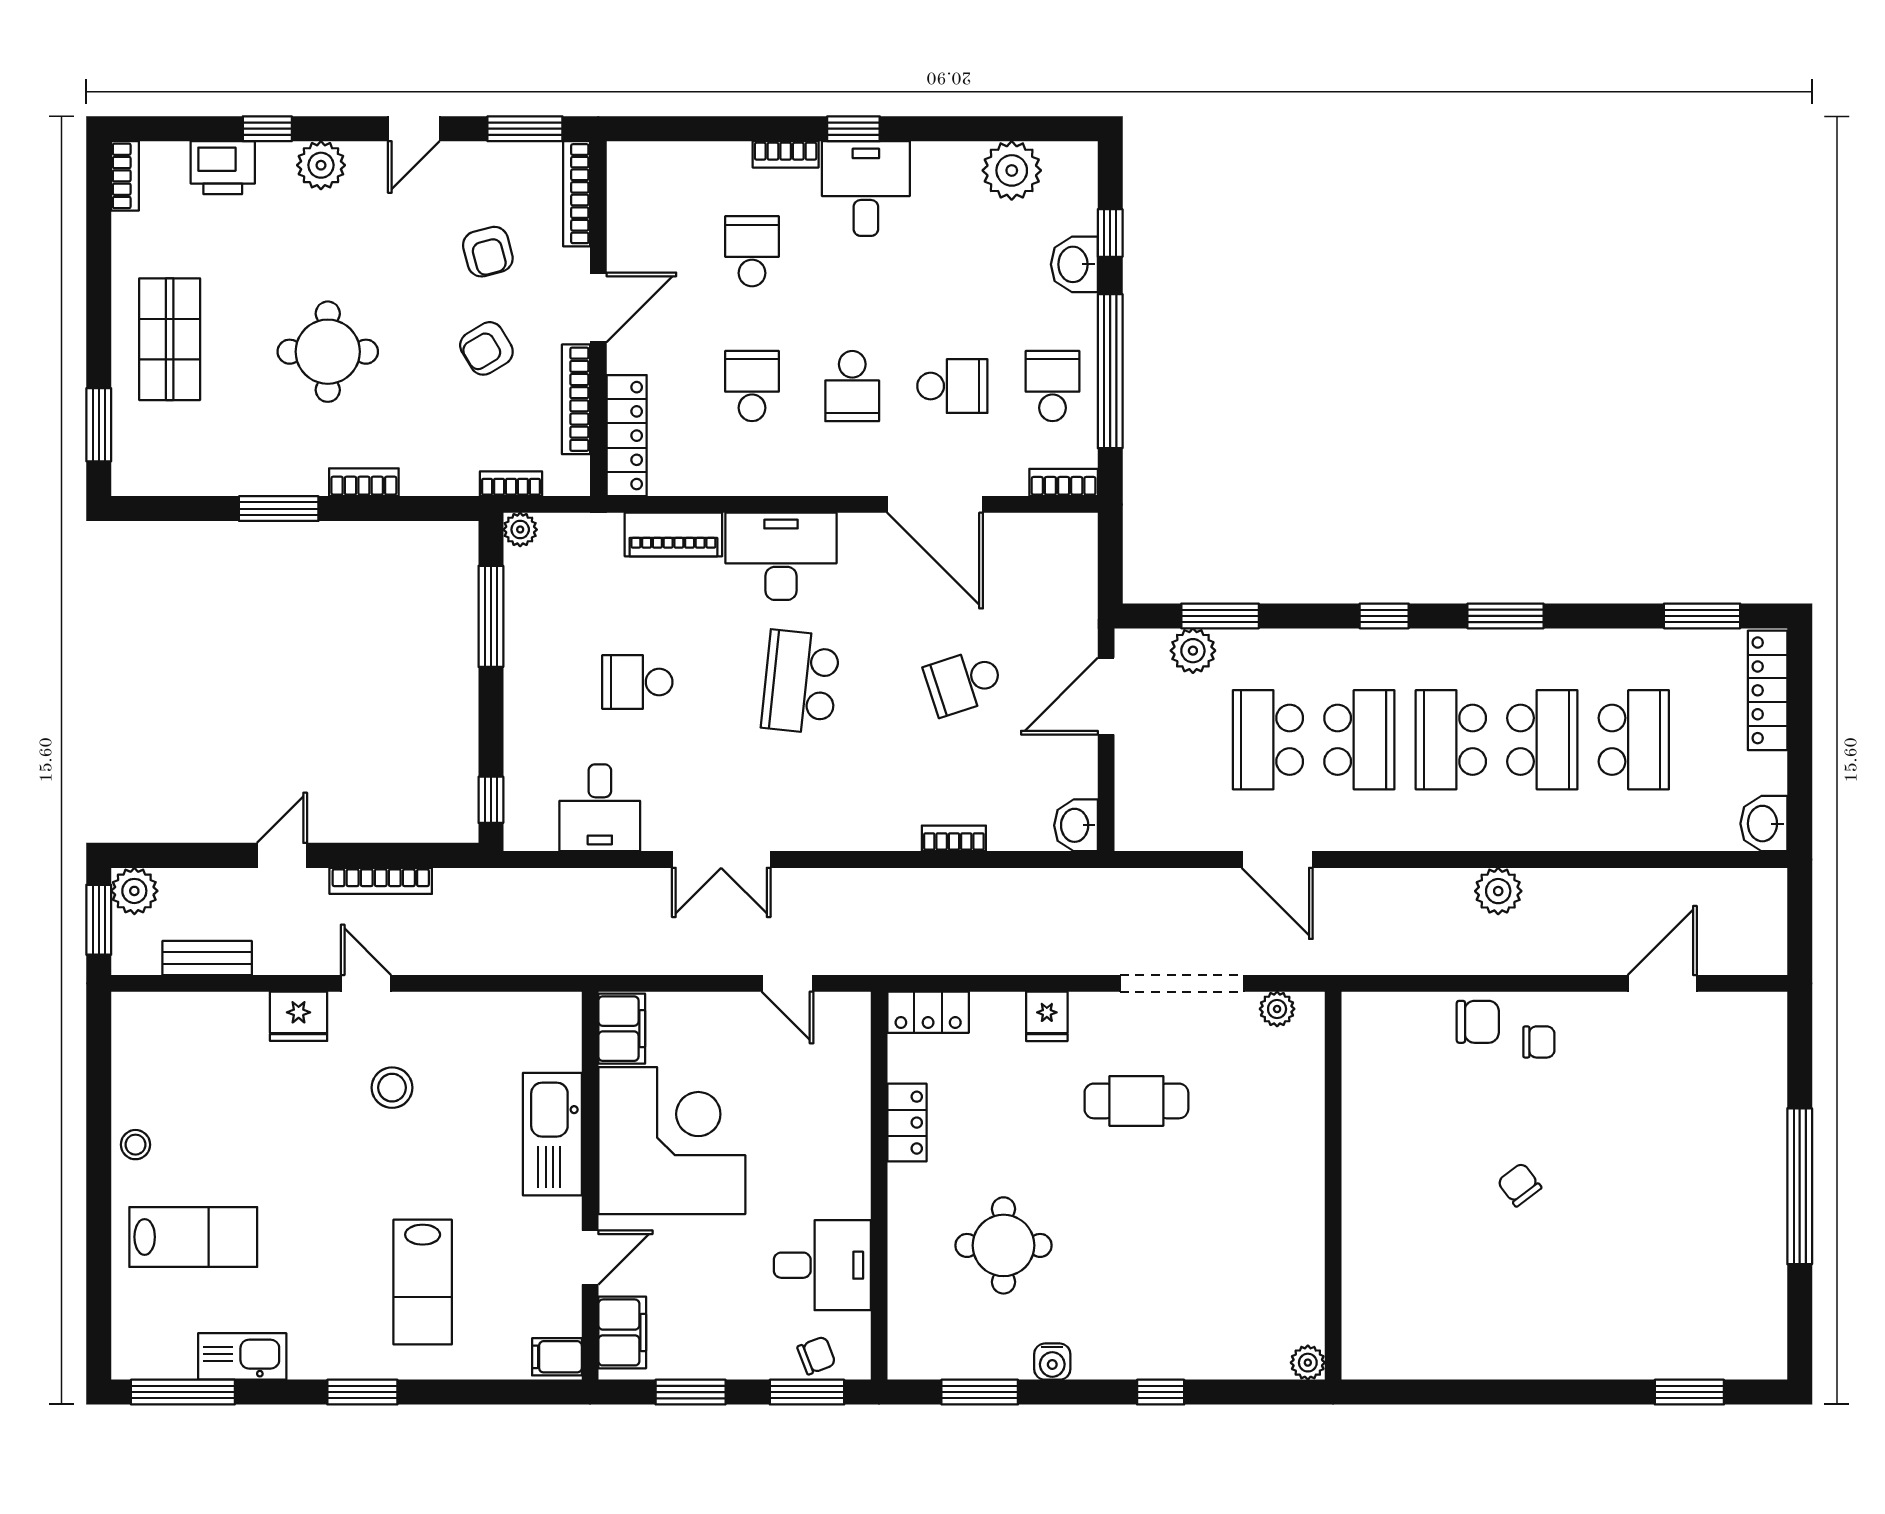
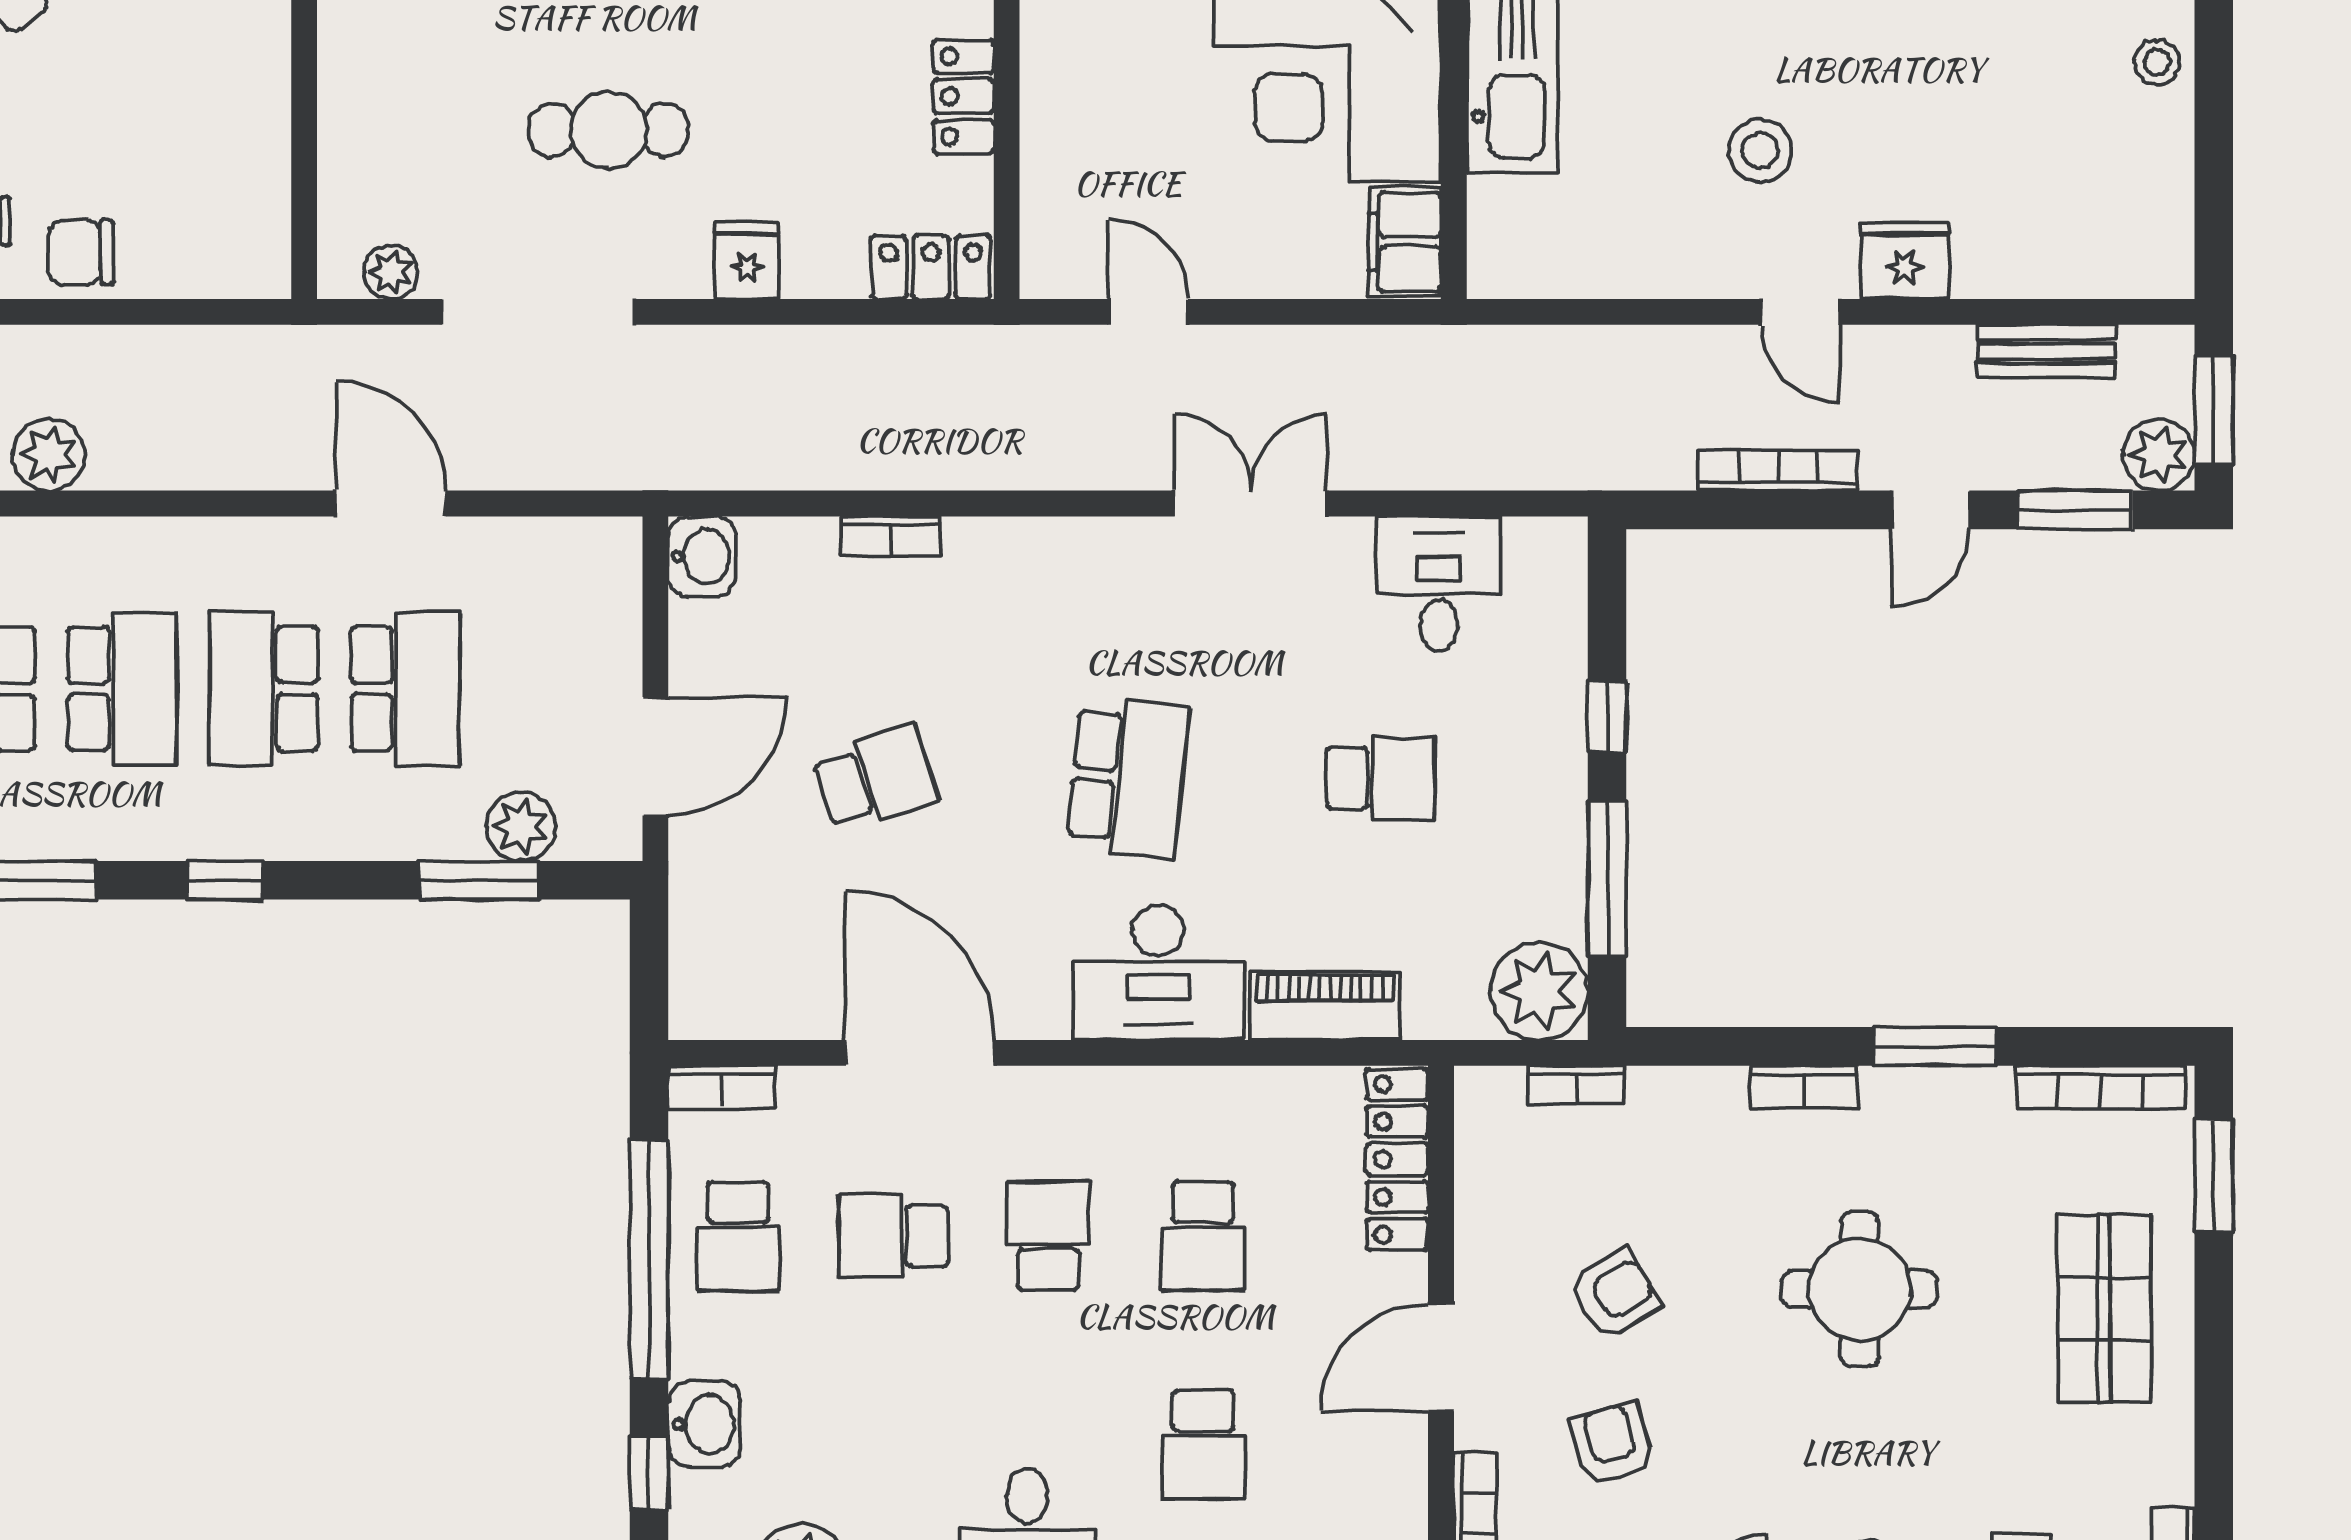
bookcase: (576, 399) -> (2100, 1087), moved, turned 90
plant: (520, 530) -> (1539, 991), width x1.88, depth x1.88
window: (491, 800) -> (1607, 717), moved
window: (188, 855) -> (2075, 510), added

